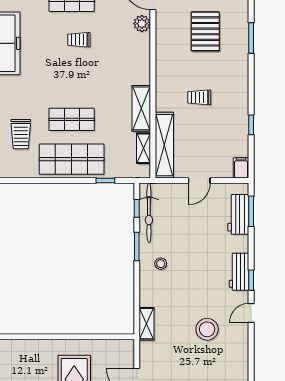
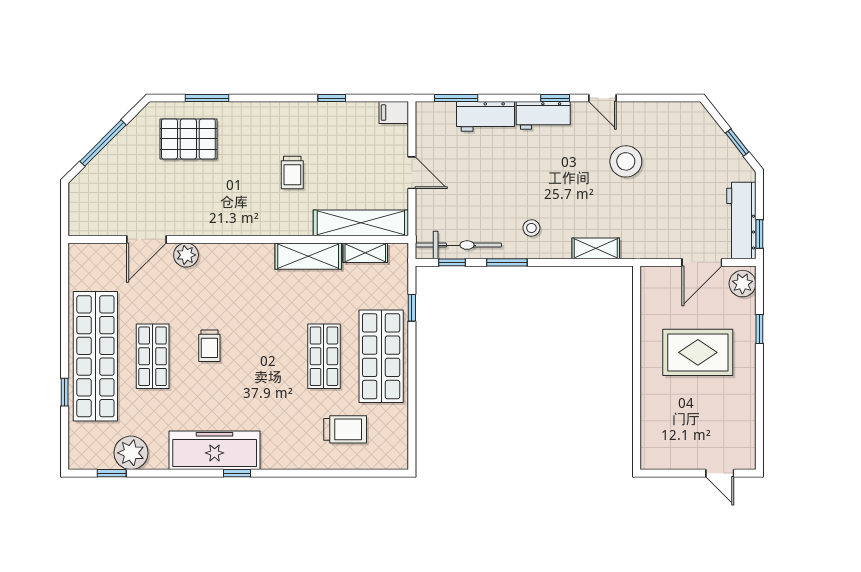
pallet: (205, 31) -> (188, 139), moved
workbench: (238, 214) -> (486, 116), moved
shelving: (147, 324) -> (596, 248), moved

